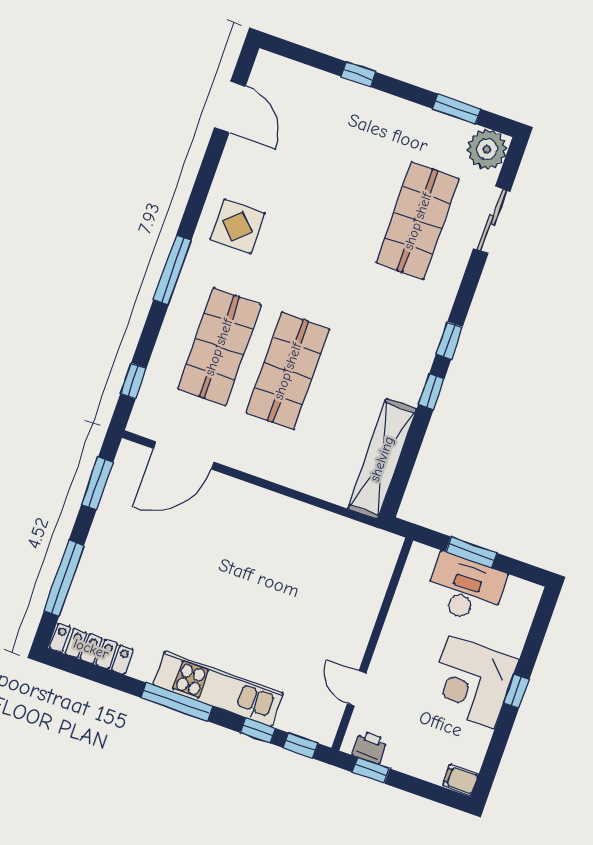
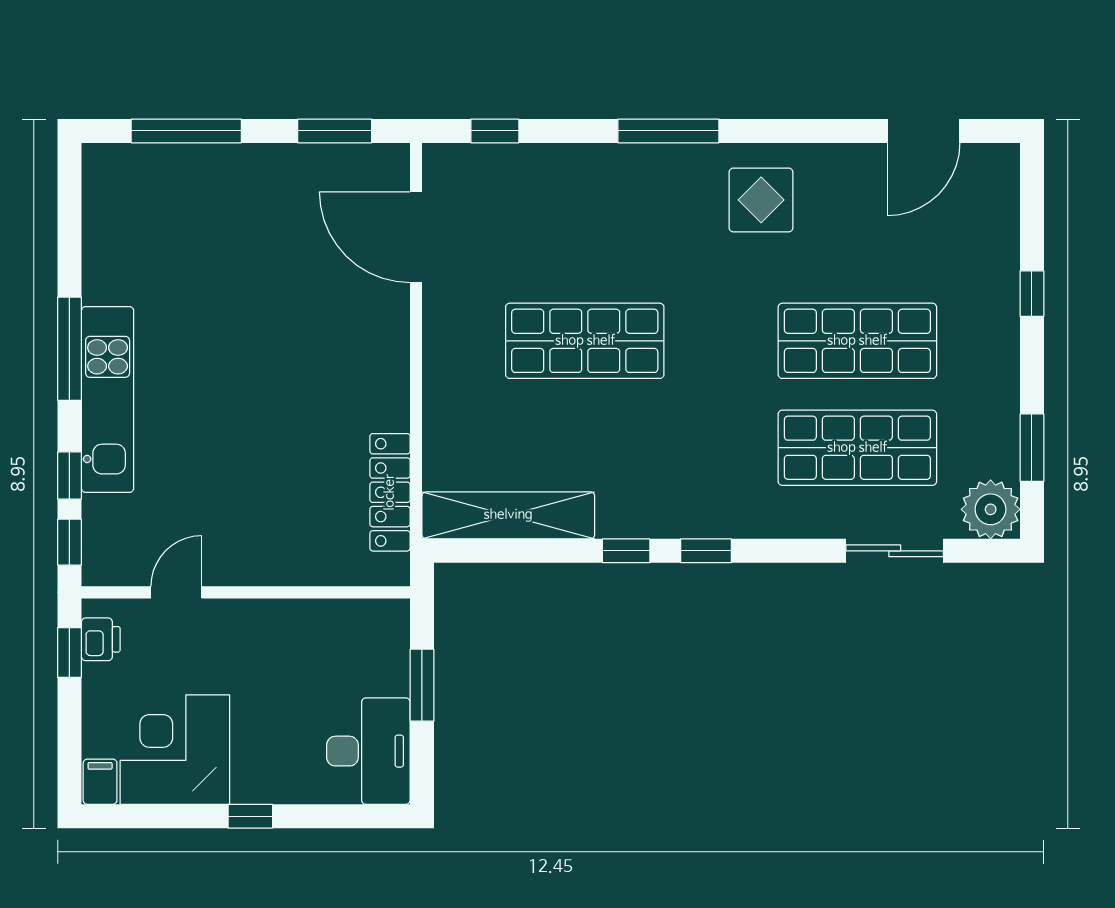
shop shelf: (219, 347) -> (857, 341), moved
desk: (465, 589) -> (368, 751), moved
locker: (91, 649) -> (390, 492), moved, turned 180
corner desk: (472, 682) -> (175, 750), moved

